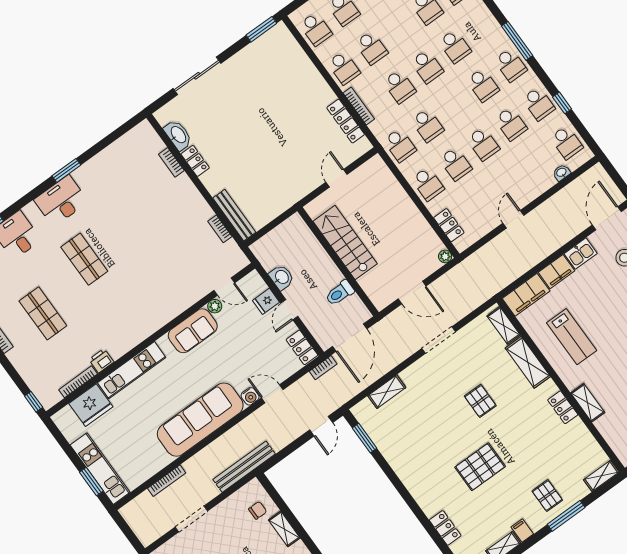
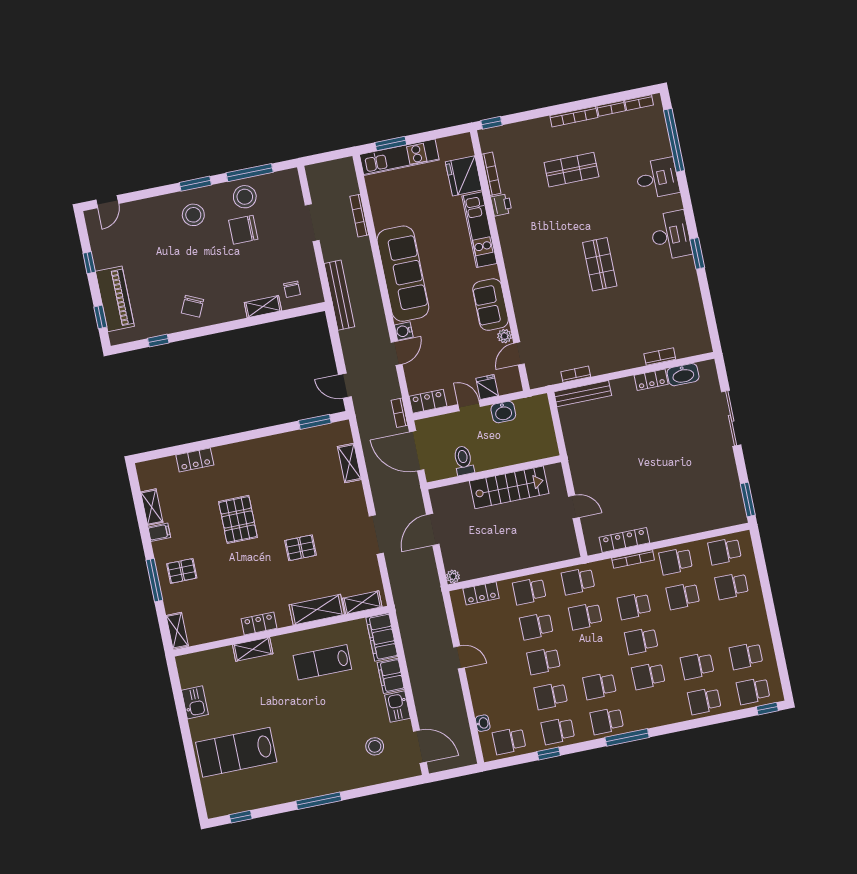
shop shelf: (84, 259) -> (600, 264), moved, turned 90

